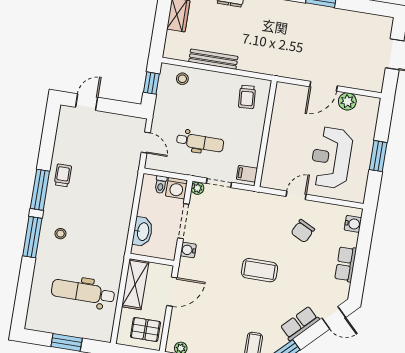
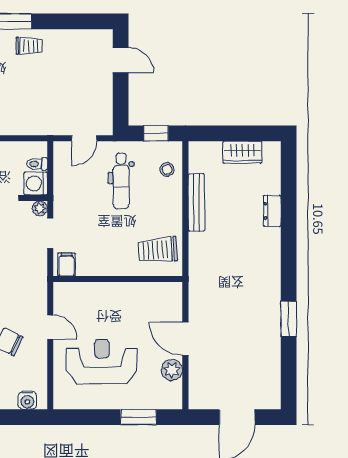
trolley: (247, 97) -> (158, 250), width x1.36, depth x1.39
dental chair: (200, 142) -> (121, 181), moved
window: (378, 156) -> (138, 417), moved

